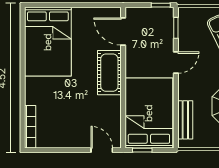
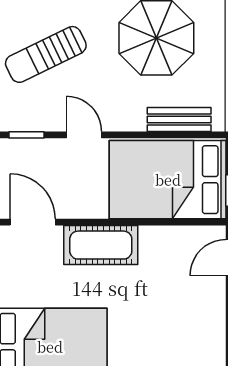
door: (123, 31) -> (33, 222), swing flipped

